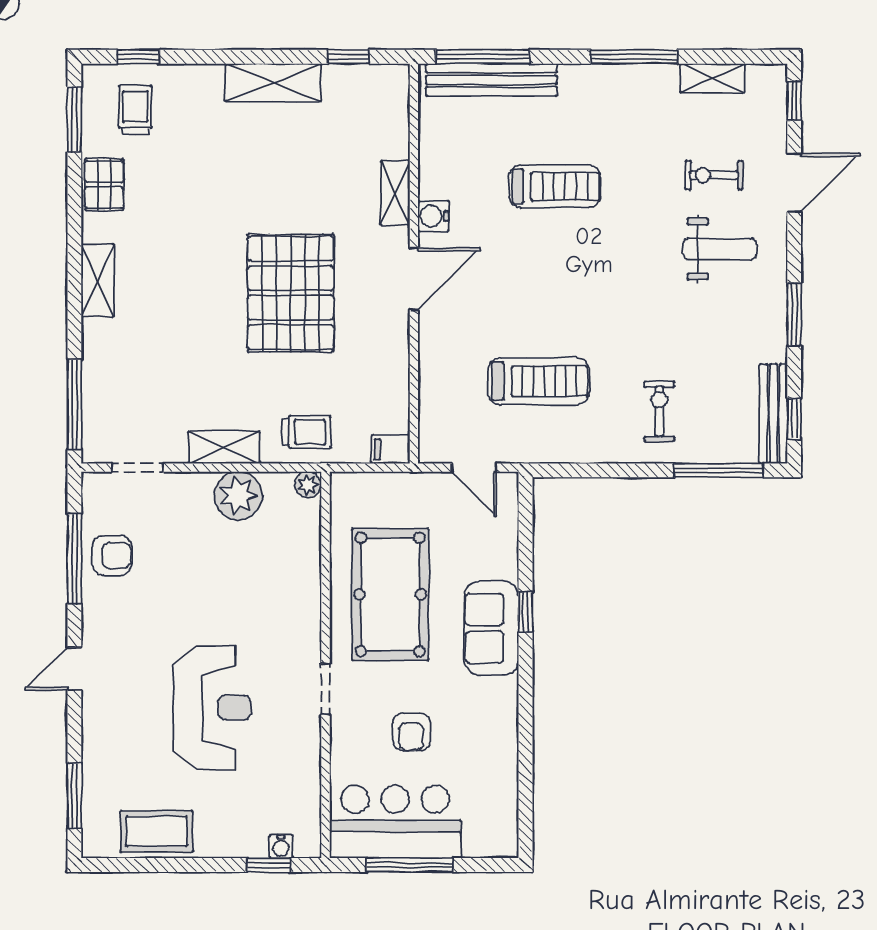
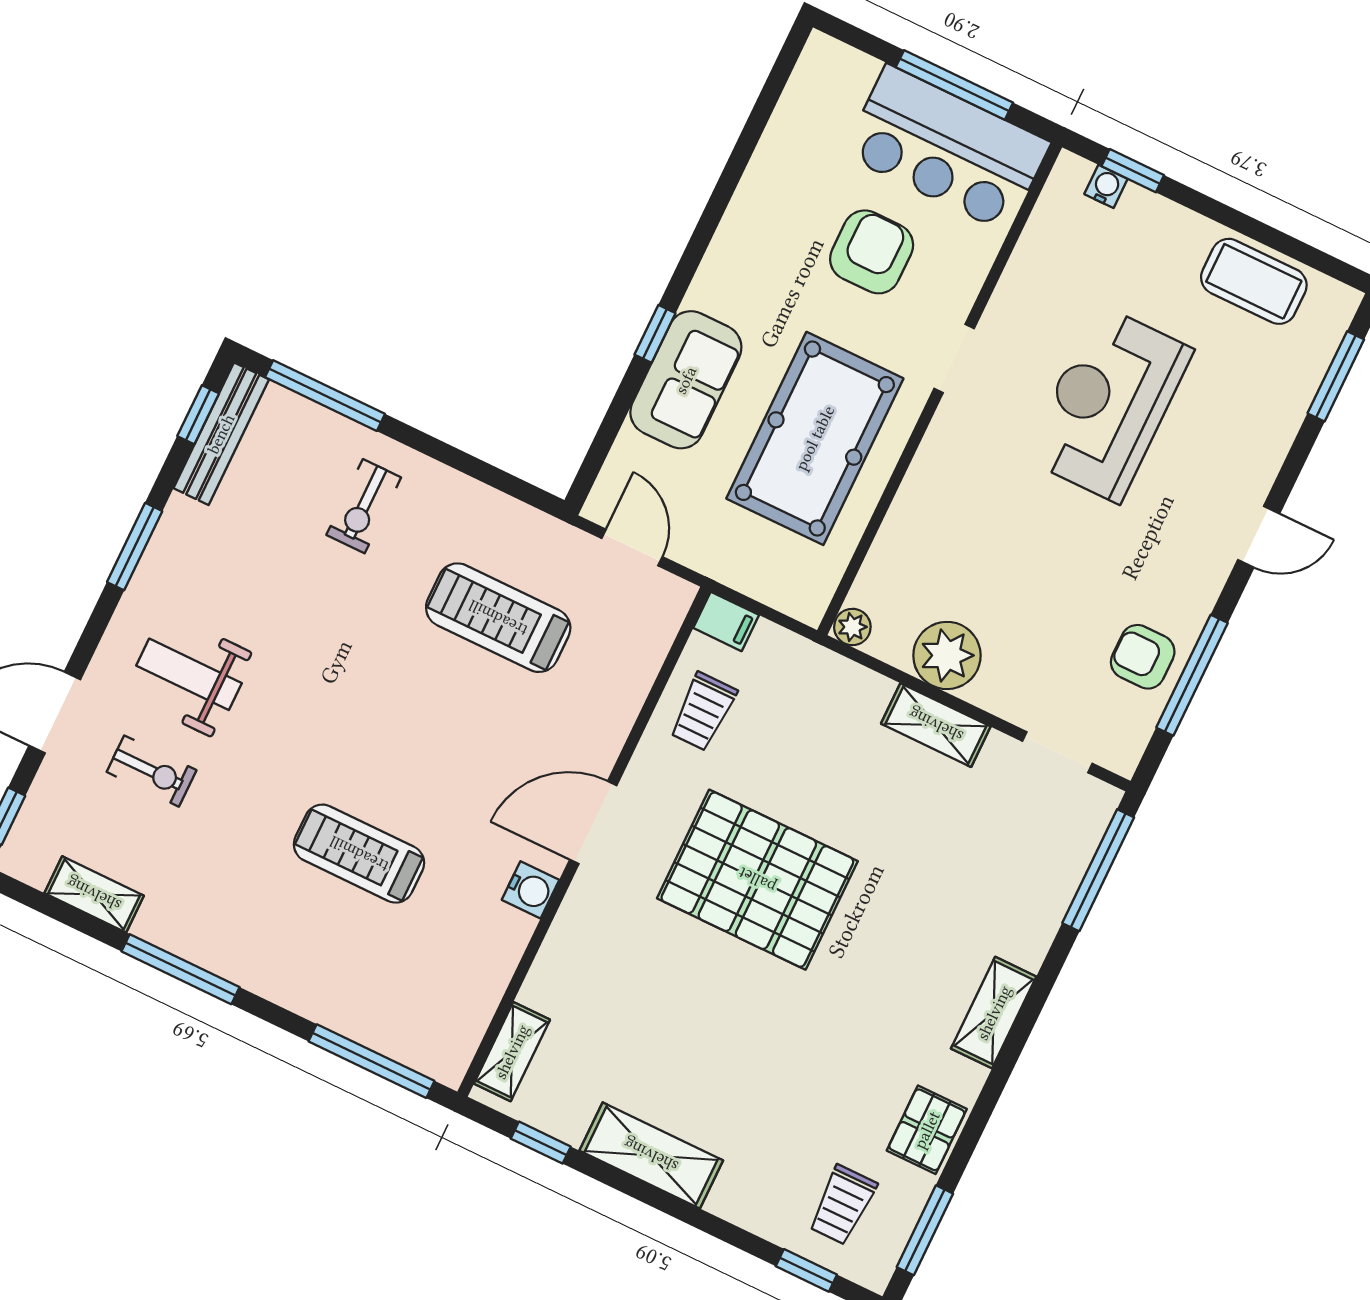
bench: (491, 80) -> (374, 1027), removed
shelving: (395, 193) -> (512, 1052), moved
pallet: (291, 293) -> (757, 880), turned 90
trolley: (307, 432) -> (703, 712), moved, turned -90
sofa: (491, 628) -> (686, 380), moved
armchair: (411, 732) -> (872, 252), width x1.38, depth x1.38

